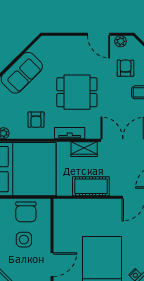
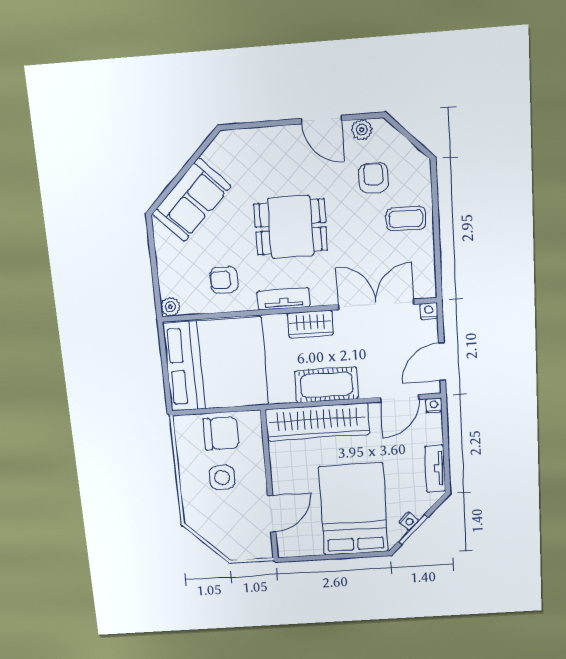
armchair: (36, 120) -> (224, 280), turned 90
wardrobe: (84, 209) -> (317, 422), added
chair: (26, 212) -> (221, 433), turned -90

